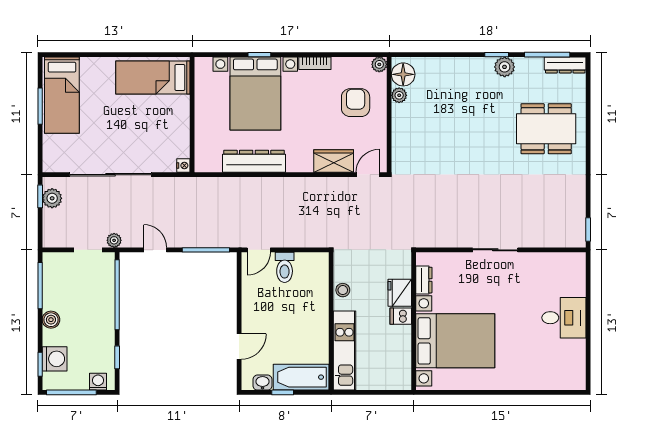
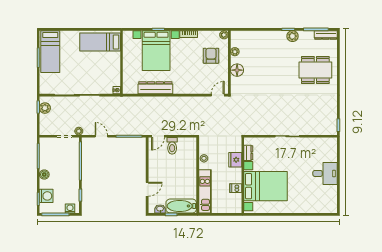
floor lamp: (403, 74) -> (237, 70), moved
wardrobe: (334, 161) -> (199, 88), removed
dishwasher: (401, 316) -> (236, 188), moved

